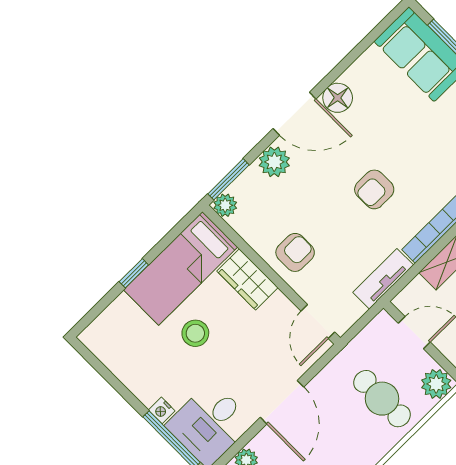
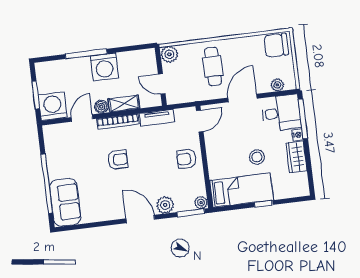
floor lamp: (338, 98) -> (116, 212), removed
armchair: (374, 189) -> (118, 160), moved
wardrobe: (247, 279) -> (296, 157), moved, turned 180
cafe table: (382, 399) -> (213, 66), moved

